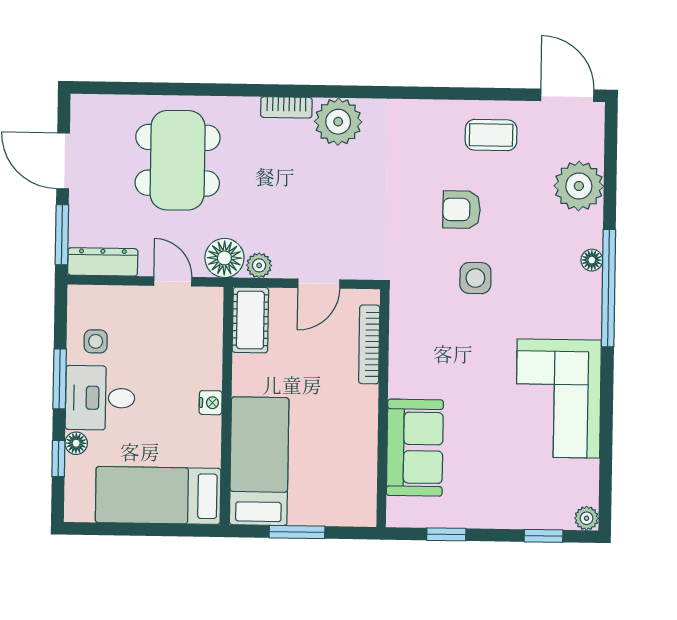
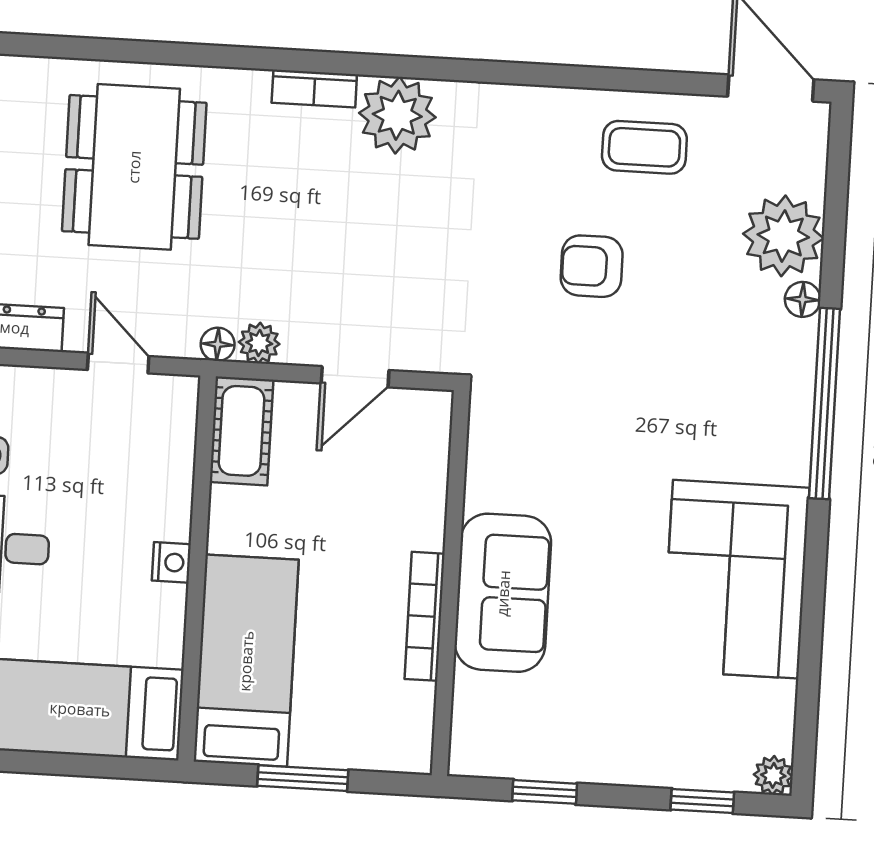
floor lamp: (224, 258) -> (218, 344), width x0.53, depth x0.53
floor lamp: (592, 260) -> (803, 299), moved
side table: (475, 278) -> (609, 378), removed
bookcase: (369, 344) -> (425, 616), moved
sofa: (415, 448) -> (503, 593), moved

